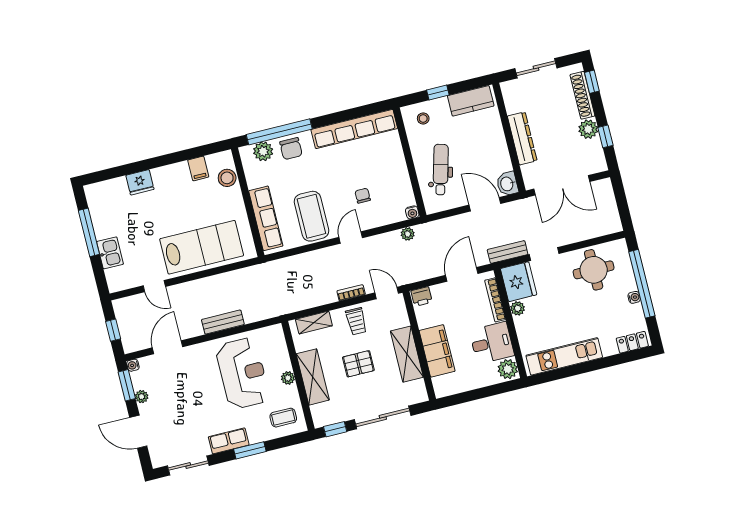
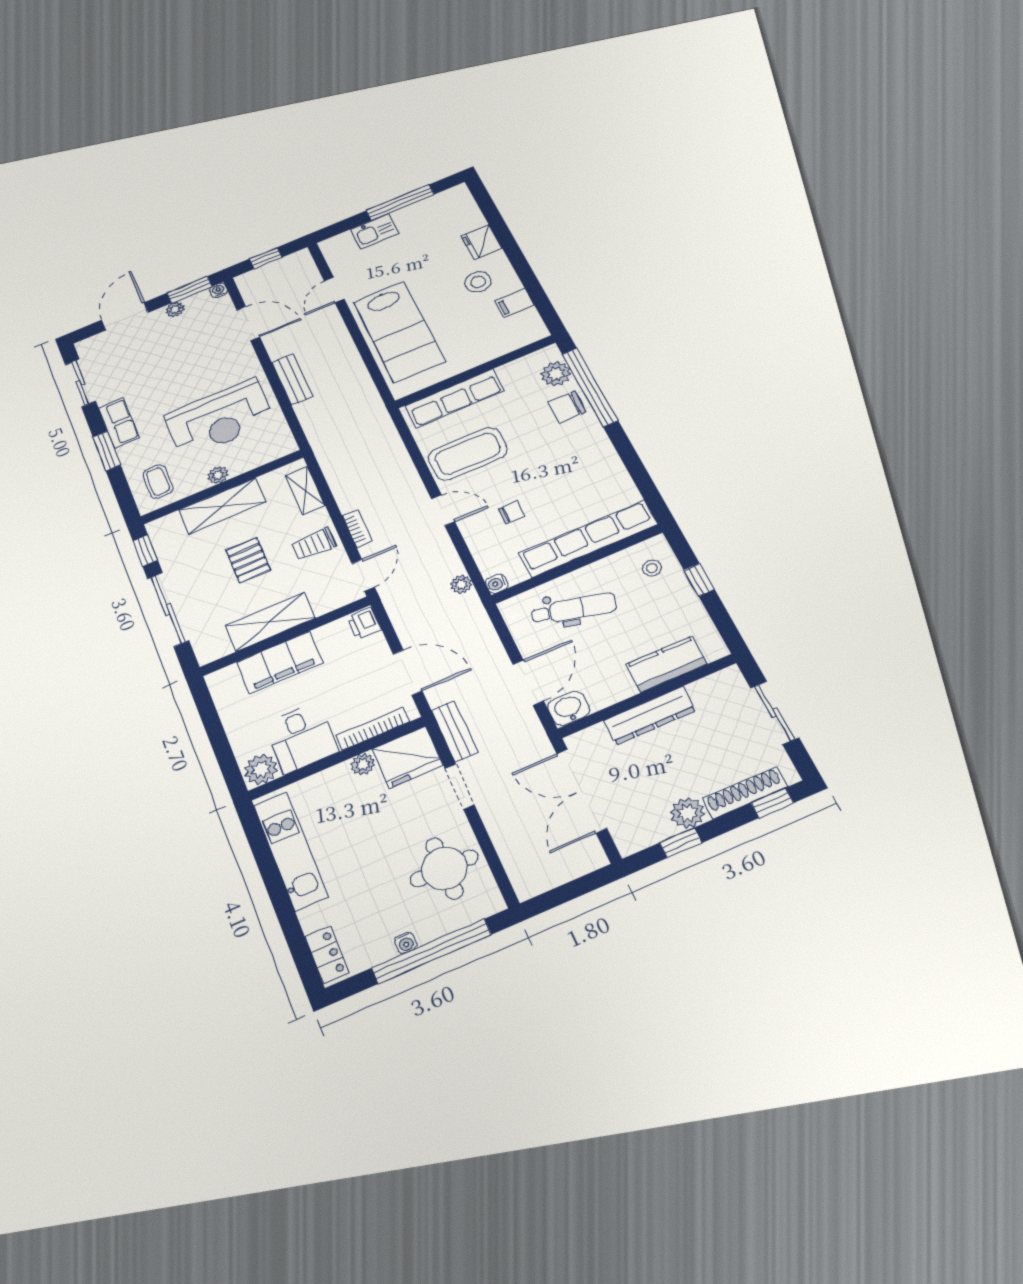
kitchen counter: (471, 101) -> (666, 664), moved, turned 90
row of seats: (354, 129) -> (588, 539), moved, turned 90
stool: (227, 178) -> (478, 282), moved

